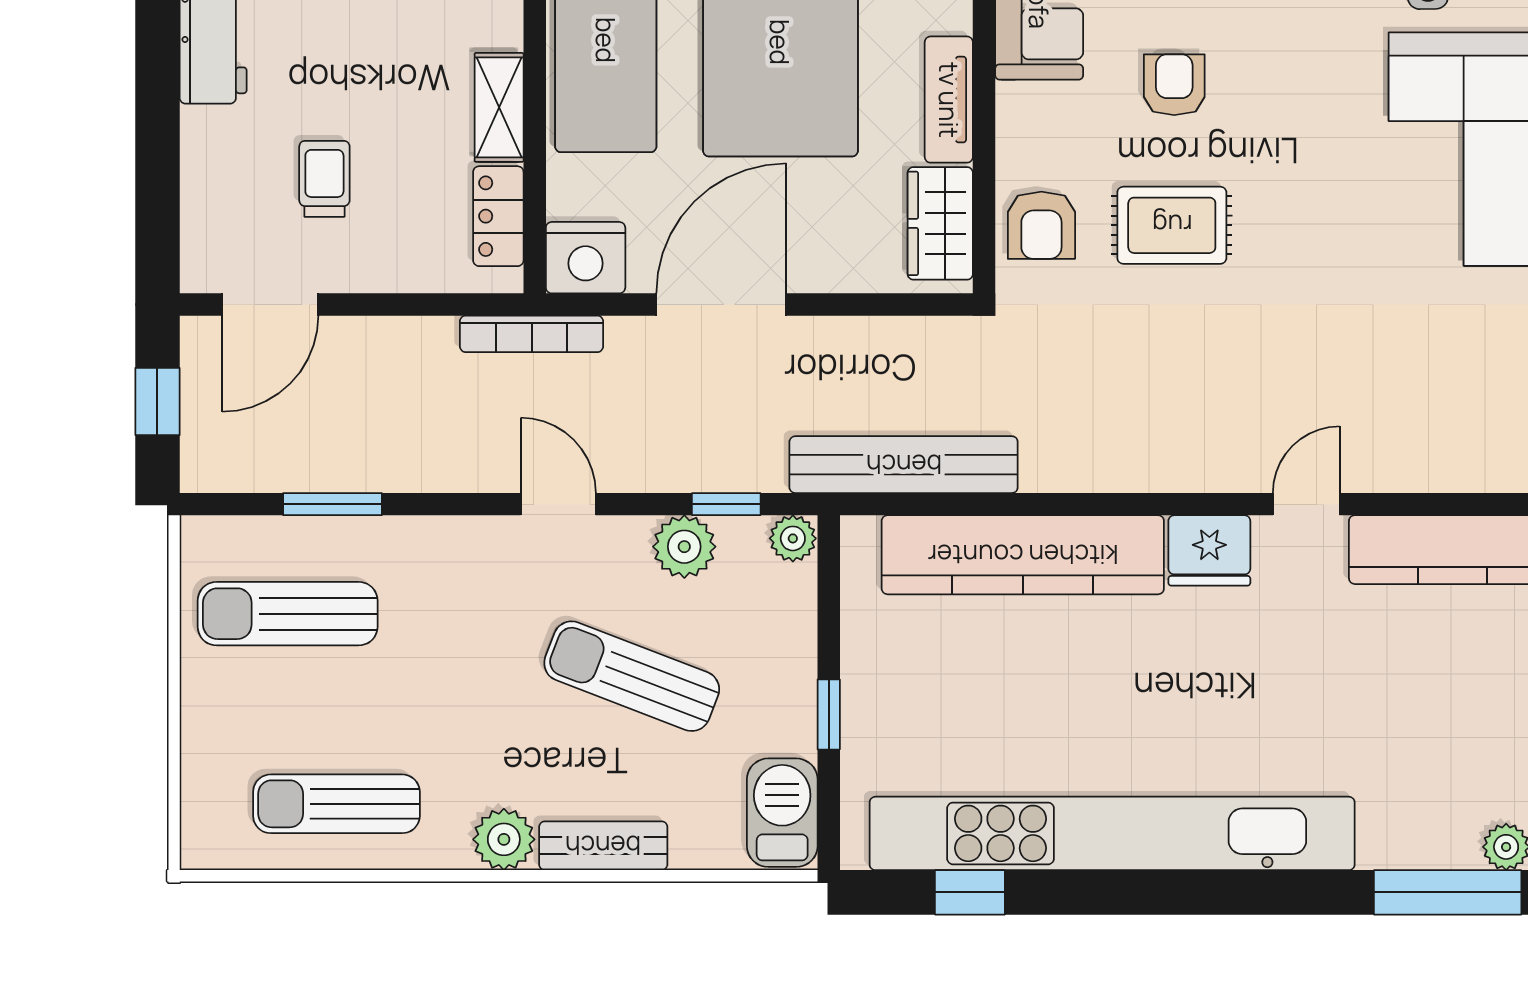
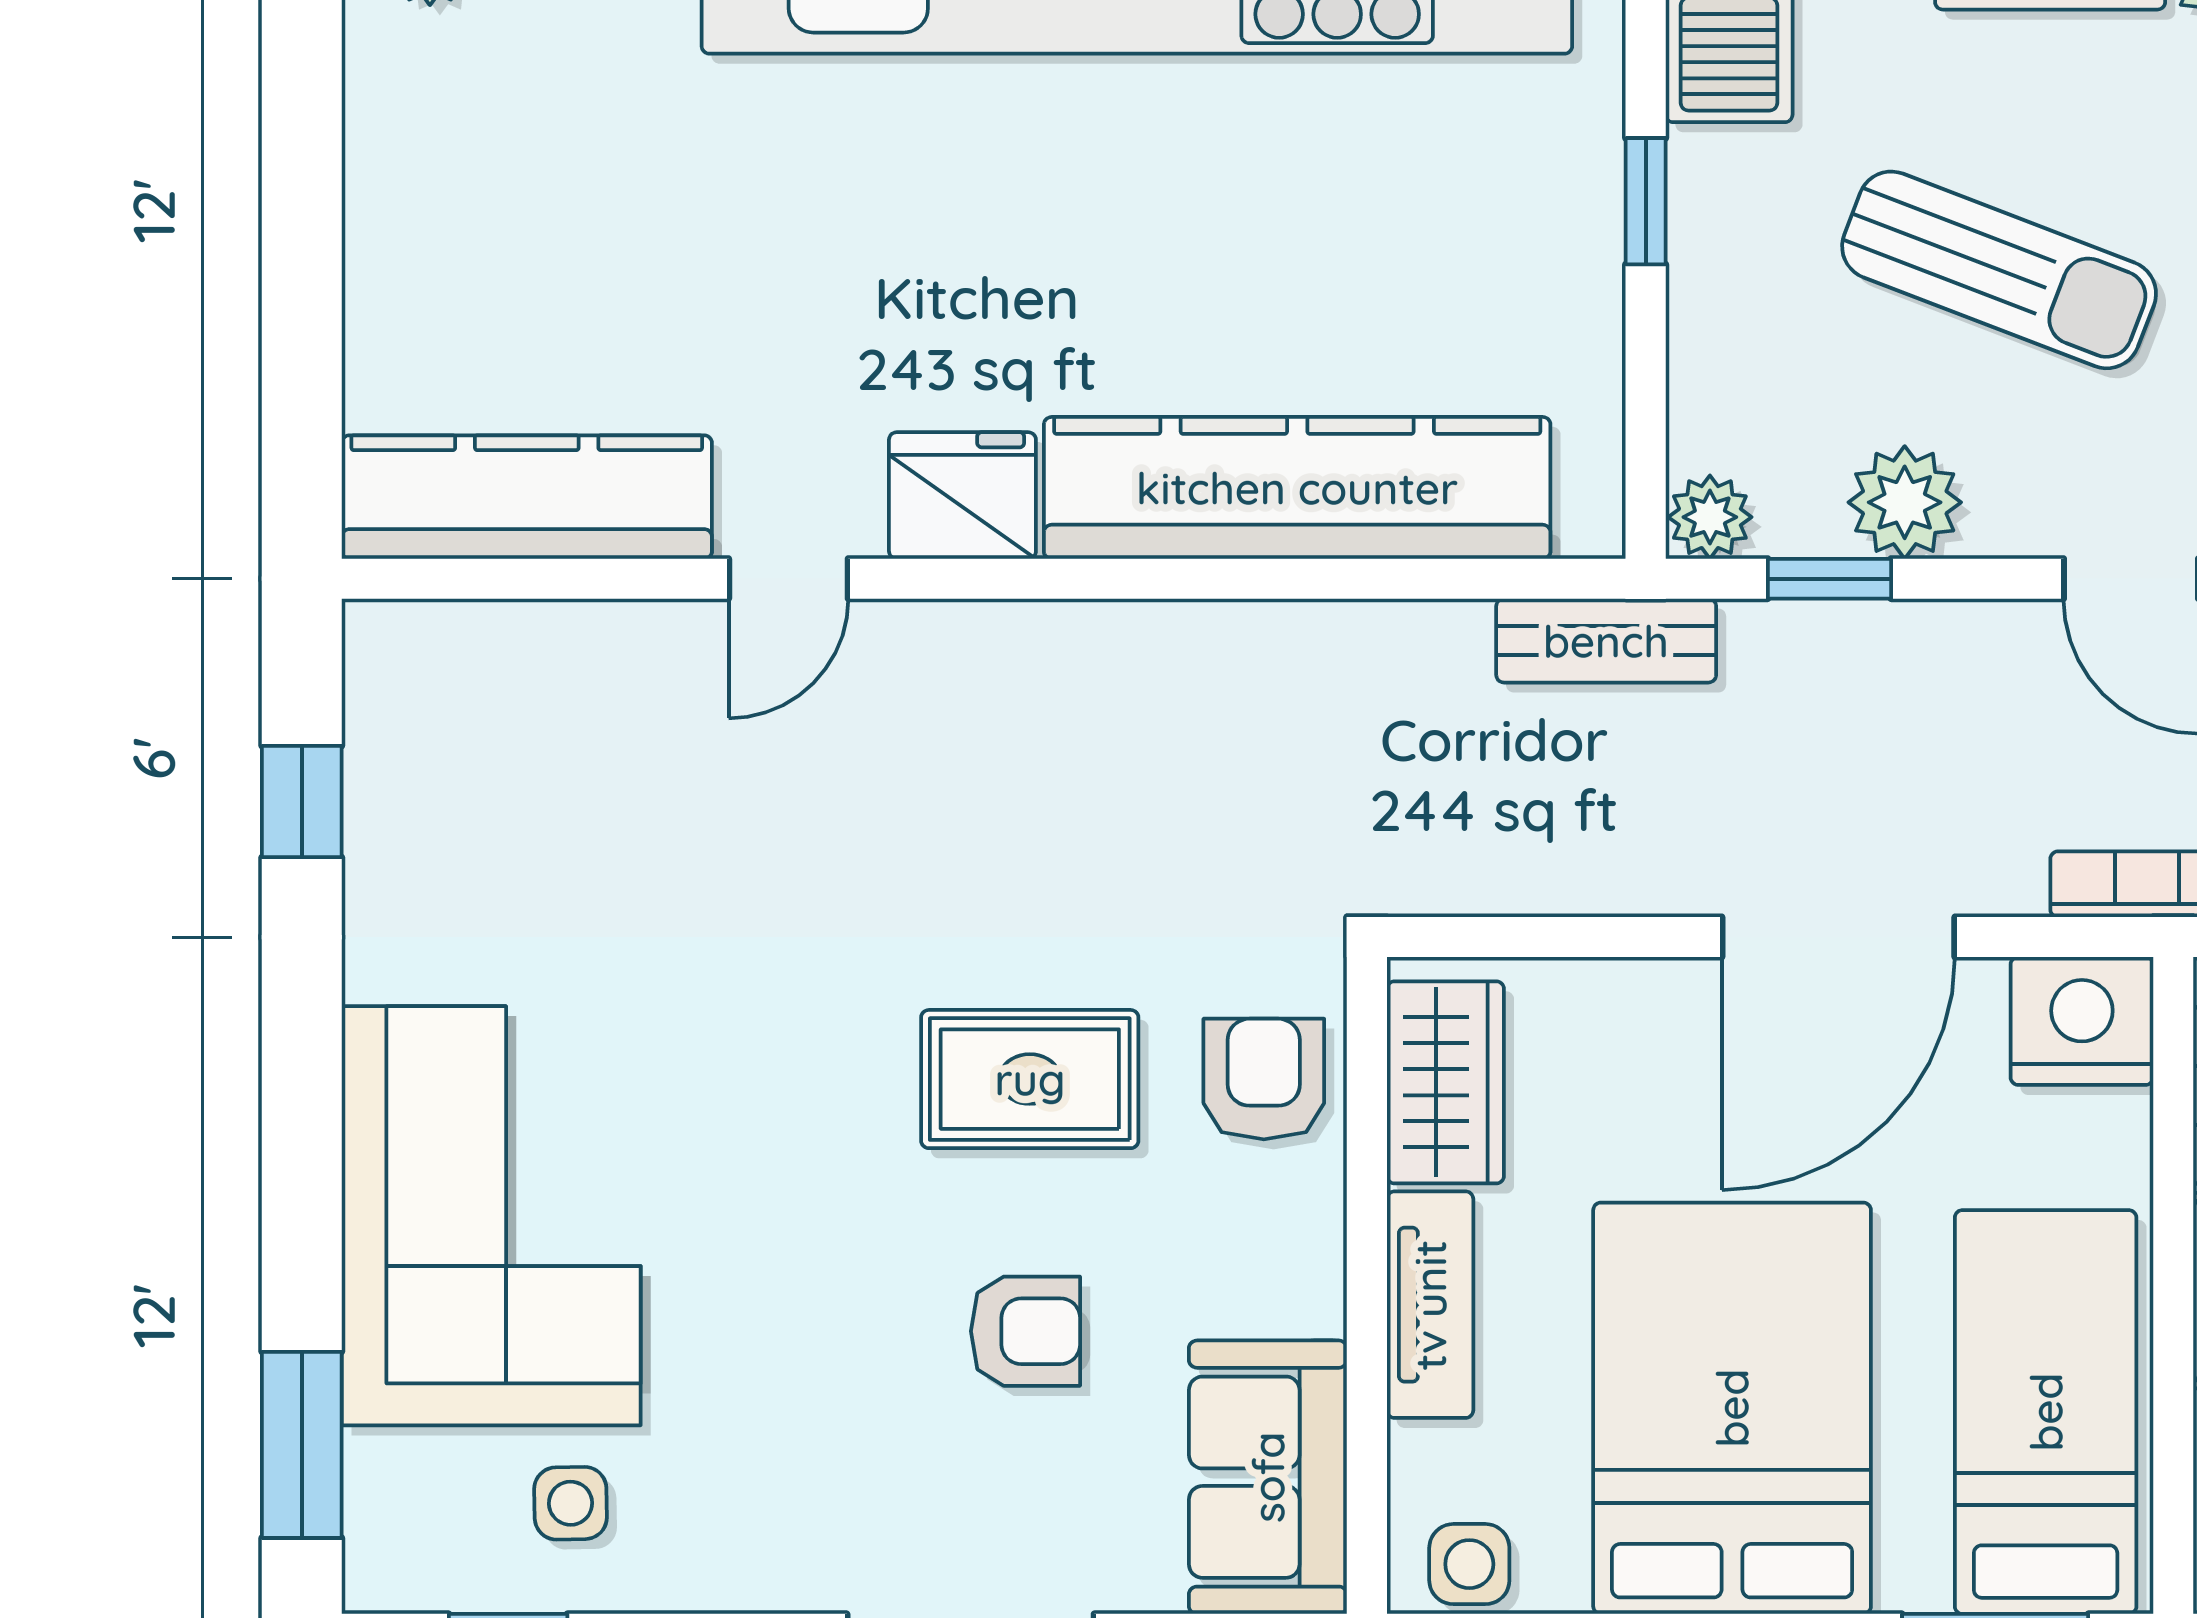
armchair: (1174, 85) -> (1025, 1331), turned -90
bench: (904, 465) -> (1606, 641), width x0.54, depth x0.82

